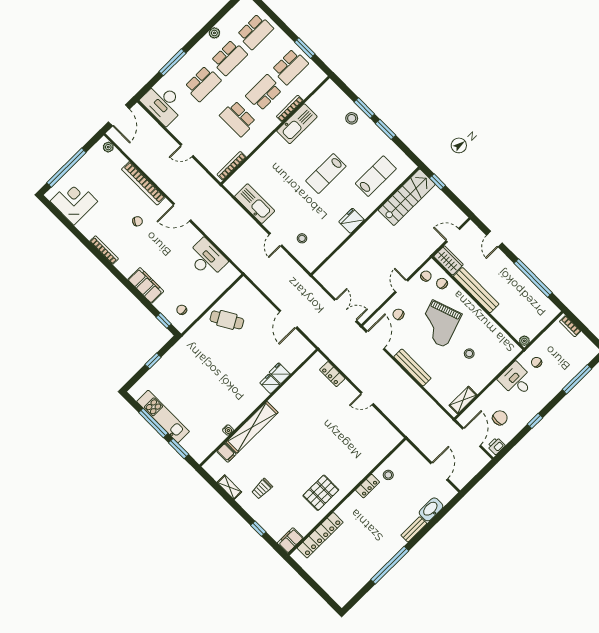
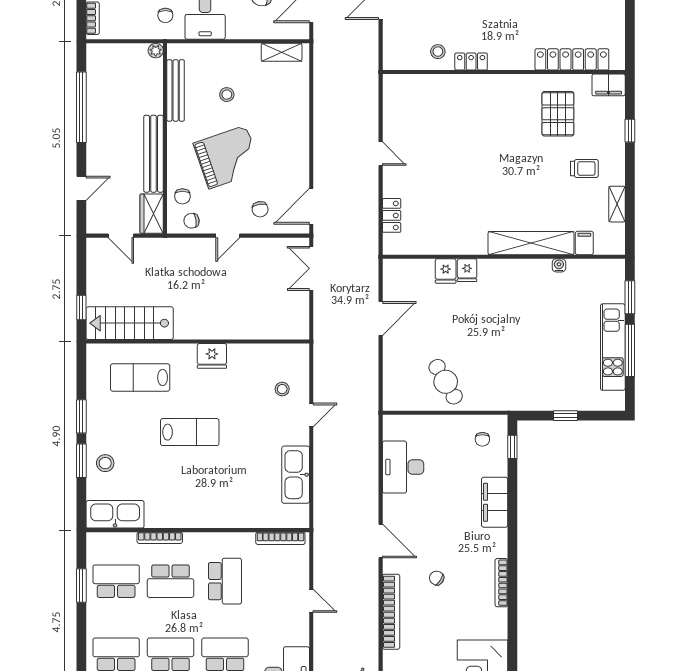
kitchen sink: (297, 124) -> (115, 514), moved
bench: (412, 368) -> (176, 90), moved
pallet: (321, 493) -> (558, 114), moved, turned 90

